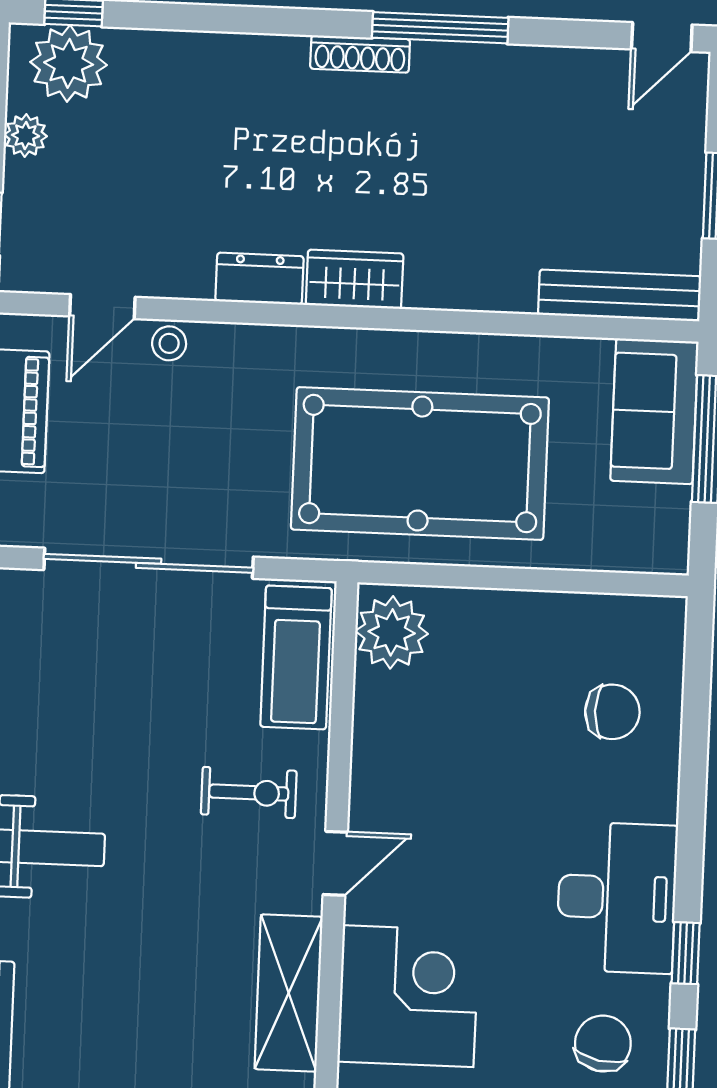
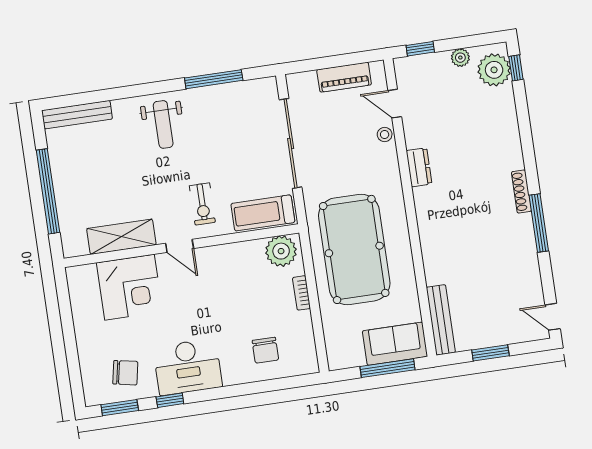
wardrobe: (355, 279) -> (426, 207), removed
bookcase: (497, 604) -> (301, 293), added

